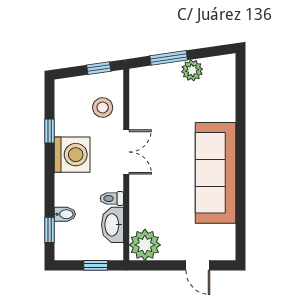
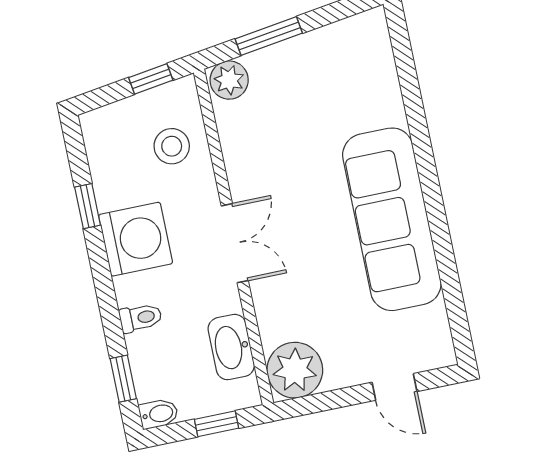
plant: (192, 70) -> (229, 80), moved
double door: (126, 152) -> (235, 243), moved
toilet: (112, 199) -> (141, 318), moved, turned 180
bidet: (65, 214) -> (159, 414), moved

